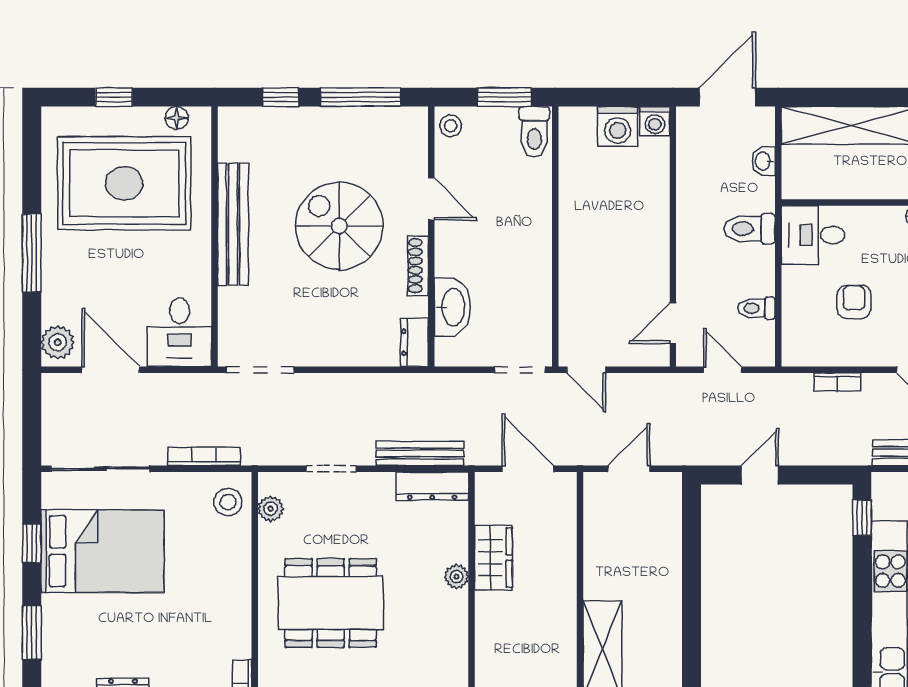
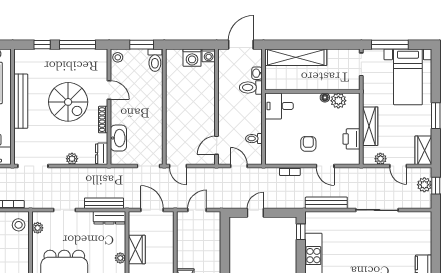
spiral stairs: (339, 226) -> (68, 102), turned 180
toilet: (750, 229) -> (251, 87), moved
armchair: (854, 302) -> (308, 144), moved
plant: (348, 354) -> (72, 159), added

